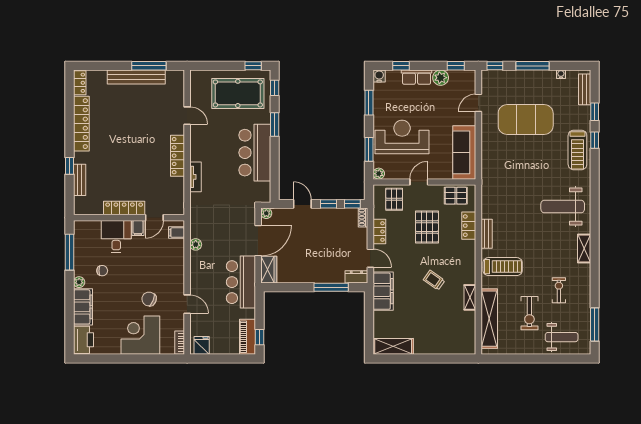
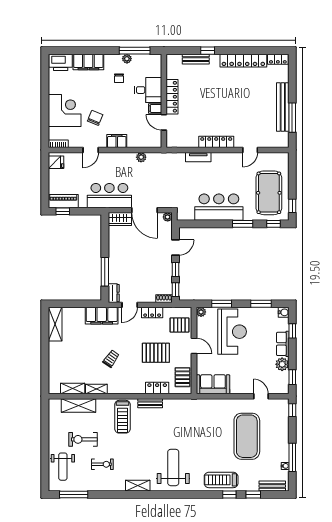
window: (532, 66) -> (292, 457), moved
sofa: (464, 152) -> (213, 384), width x0.73
filing cabinet: (177, 233) -> (117, 141), moved, width x2.00
plant: (79, 282) -> (127, 59), moved
shelving: (489, 319) -> (78, 405), width x0.68
shelving: (469, 326) -> (73, 388), added

